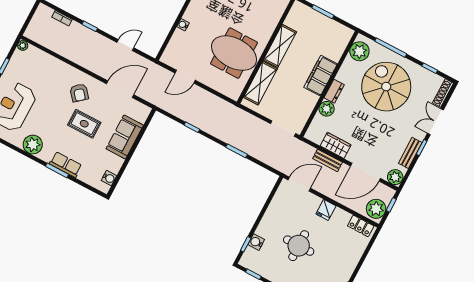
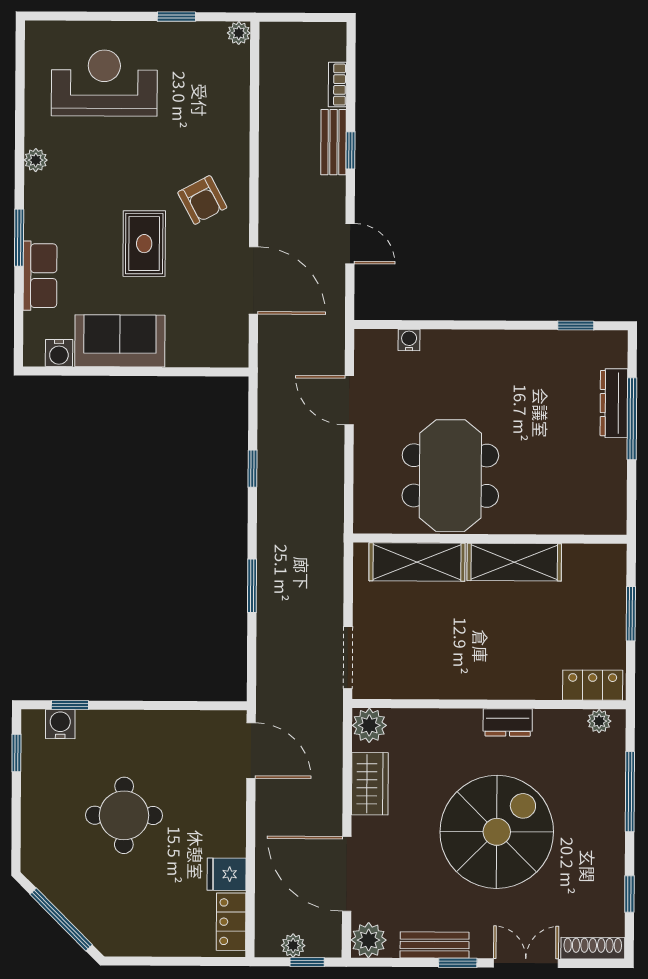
water cooler: (183, 25) -> (409, 340), moved
locker: (342, 41) -> (593, 685), added
plant: (359, 51) -> (599, 721), width x0.53, depth x0.53
filing cabinet: (321, 76) -> (497, 678), removed
spiral stairs: (386, 87) -> (497, 832), moved
dresser: (334, 91) -> (508, 723), moved
armchair: (79, 93) -> (202, 200), turned -78
plant: (327, 109) -> (369, 725), moved
sofa: (125, 137) -> (120, 341), moved
plant: (33, 145) -> (36, 160), width x0.53, depth x0.53
bench: (328, 160) -> (334, 142), moved
row of seats: (66, 165) -> (40, 276), moved
plant: (376, 209) -> (293, 945), width x0.53, depth x0.53
fridge: (326, 210) -> (227, 874), moved
water cooler: (256, 242) -> (60, 724), moved

